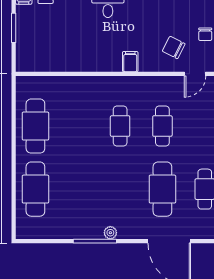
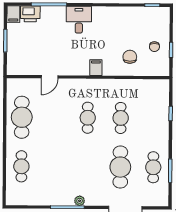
chair: (174, 47) -> (130, 57), turned 63
door: (195, 74) -> (50, 77), moved
cafe table: (35, 189) -> (21, 166), width x0.73, depth x0.74

